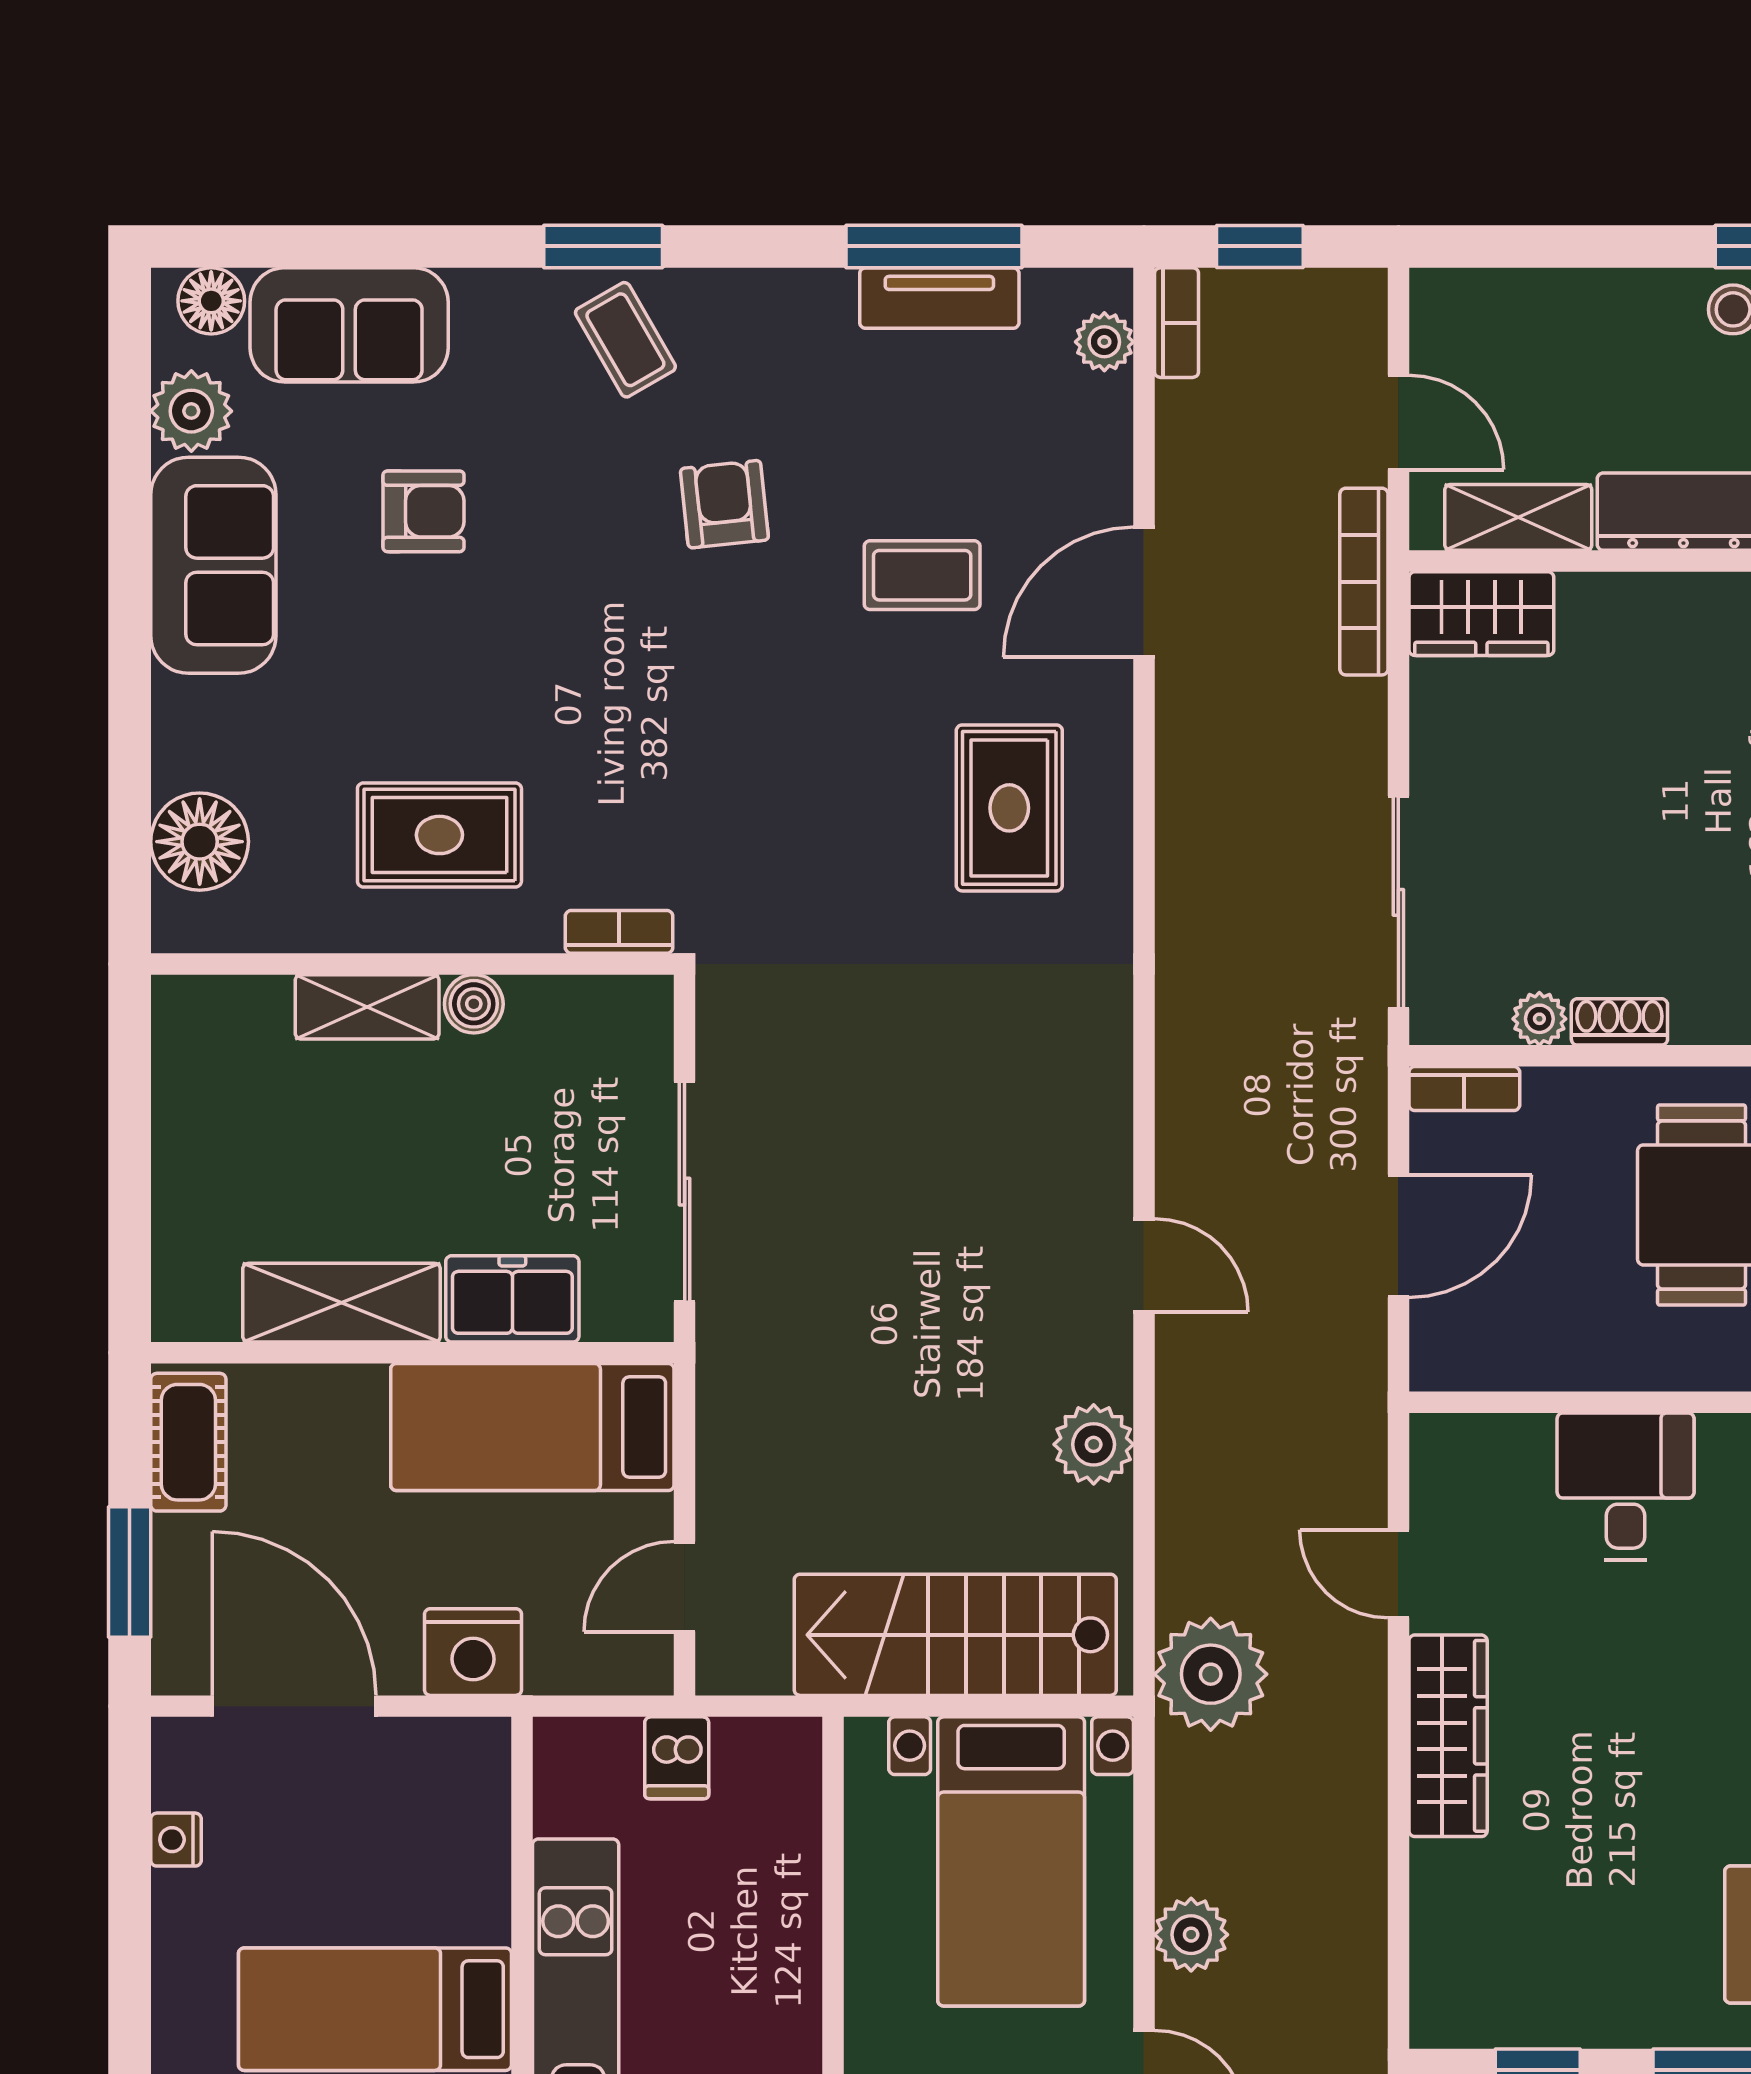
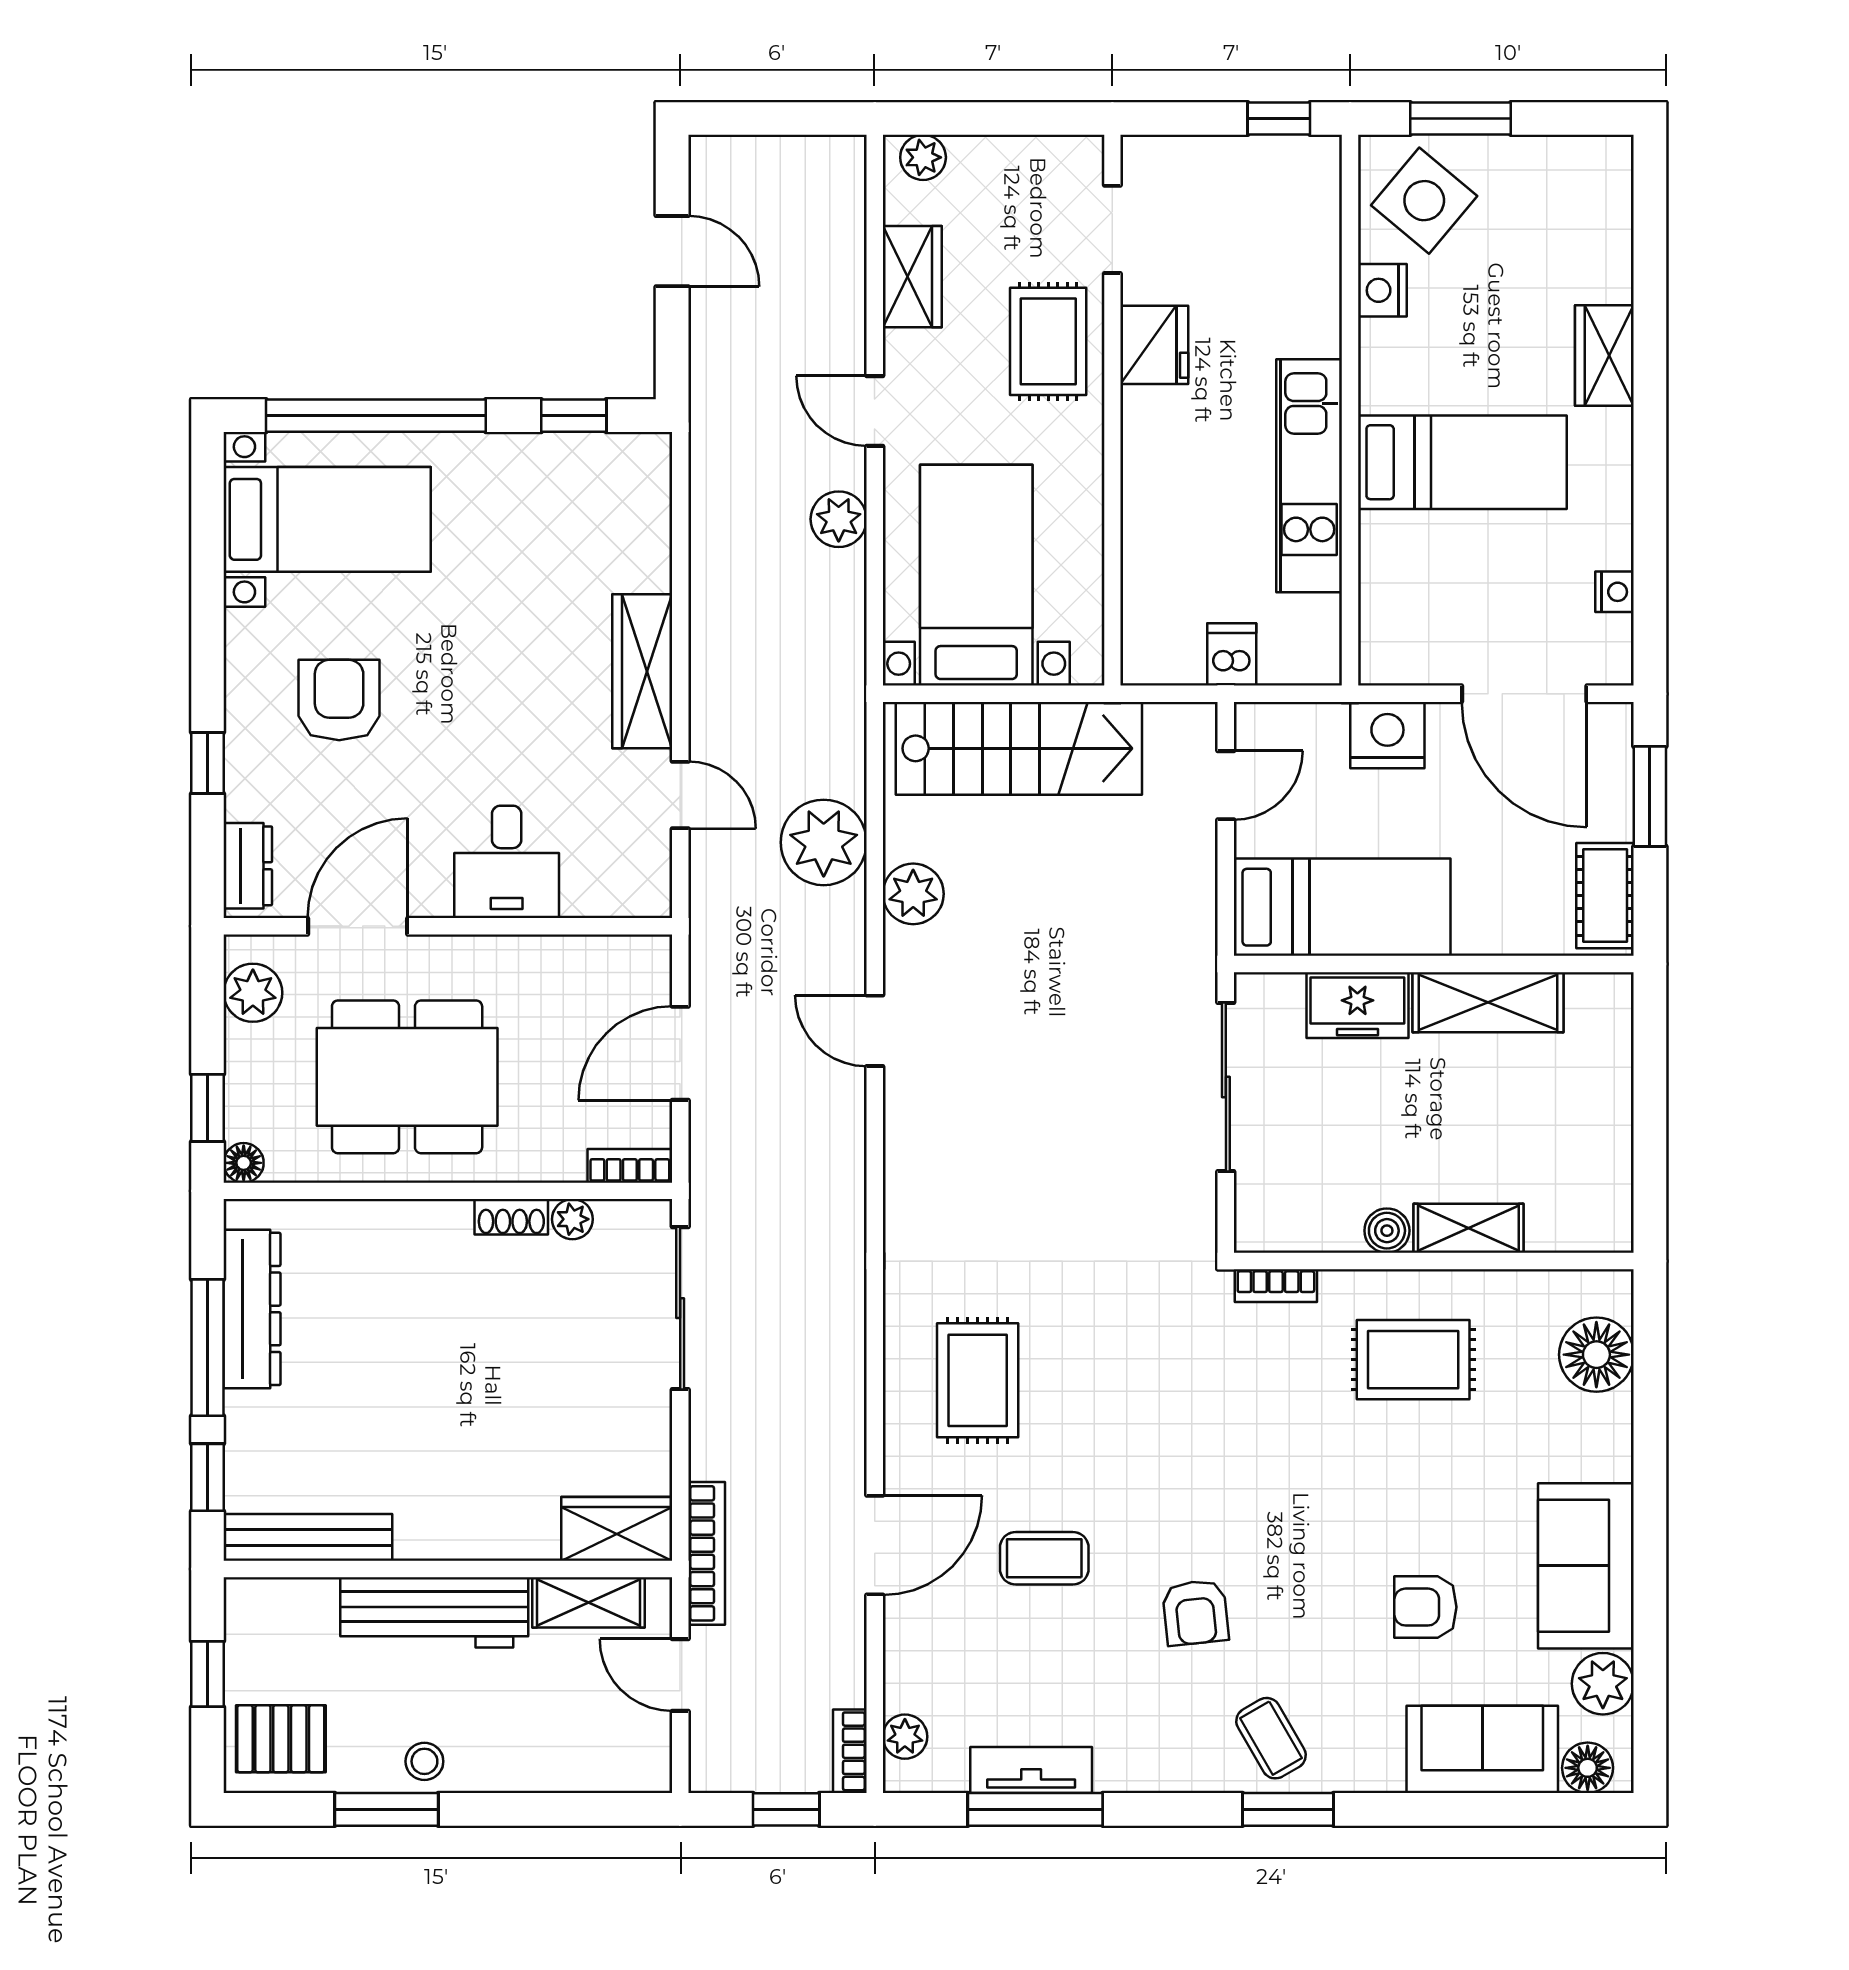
plant: (1211, 1674) -> (824, 842), moved

